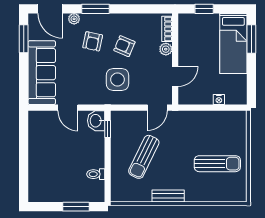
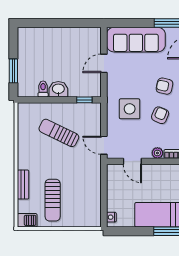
nightstand: (219, 99) -> (111, 217), moved
washbasin: (96, 121) -> (58, 89), moved
barbecue: (239, 191) -> (27, 220), added
bench: (168, 196) -> (23, 185), moved

